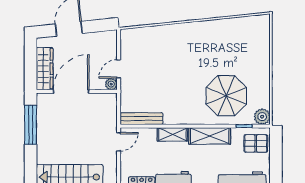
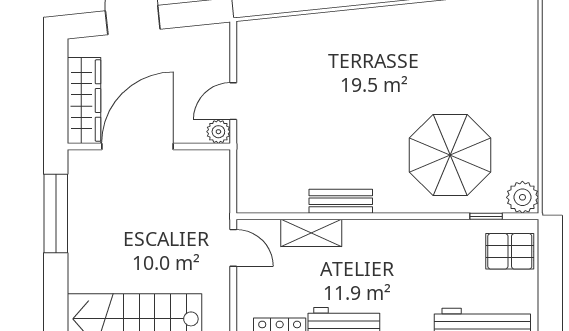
bench: (141, 119) -> (341, 201), moved, width x0.73
shelving: (172, 134) -> (311, 233), moved
shelving: (210, 136) -> (417, 236), removed
door: (119, 142) -> (233, 248), hinge flipped

